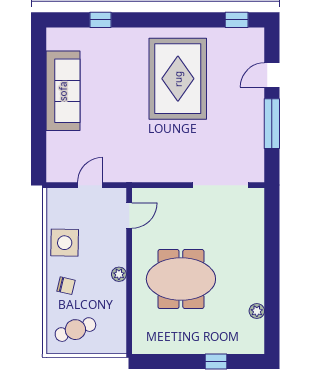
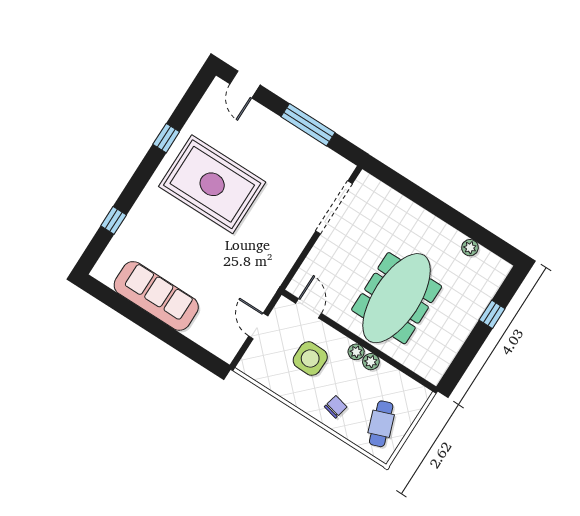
window: (237, 20) -> (166, 138), moved
door: (272, 75) -> (245, 84), moved
side table: (65, 243) -> (310, 359), moved
meeting table: (181, 279) -> (397, 298), width x1.36
plant: (119, 291) -> (371, 362), added

